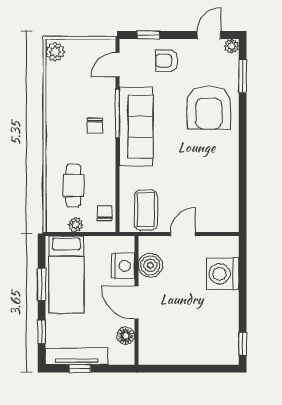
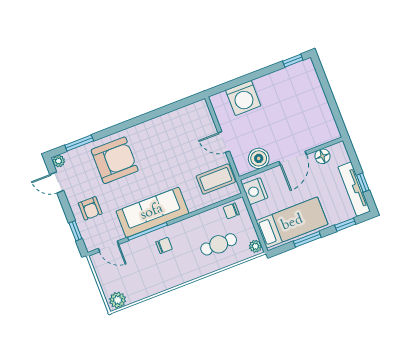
plant: (76, 225) -> (255, 246), moved
nightstand: (123, 266) -> (255, 191), moved, turned -90

